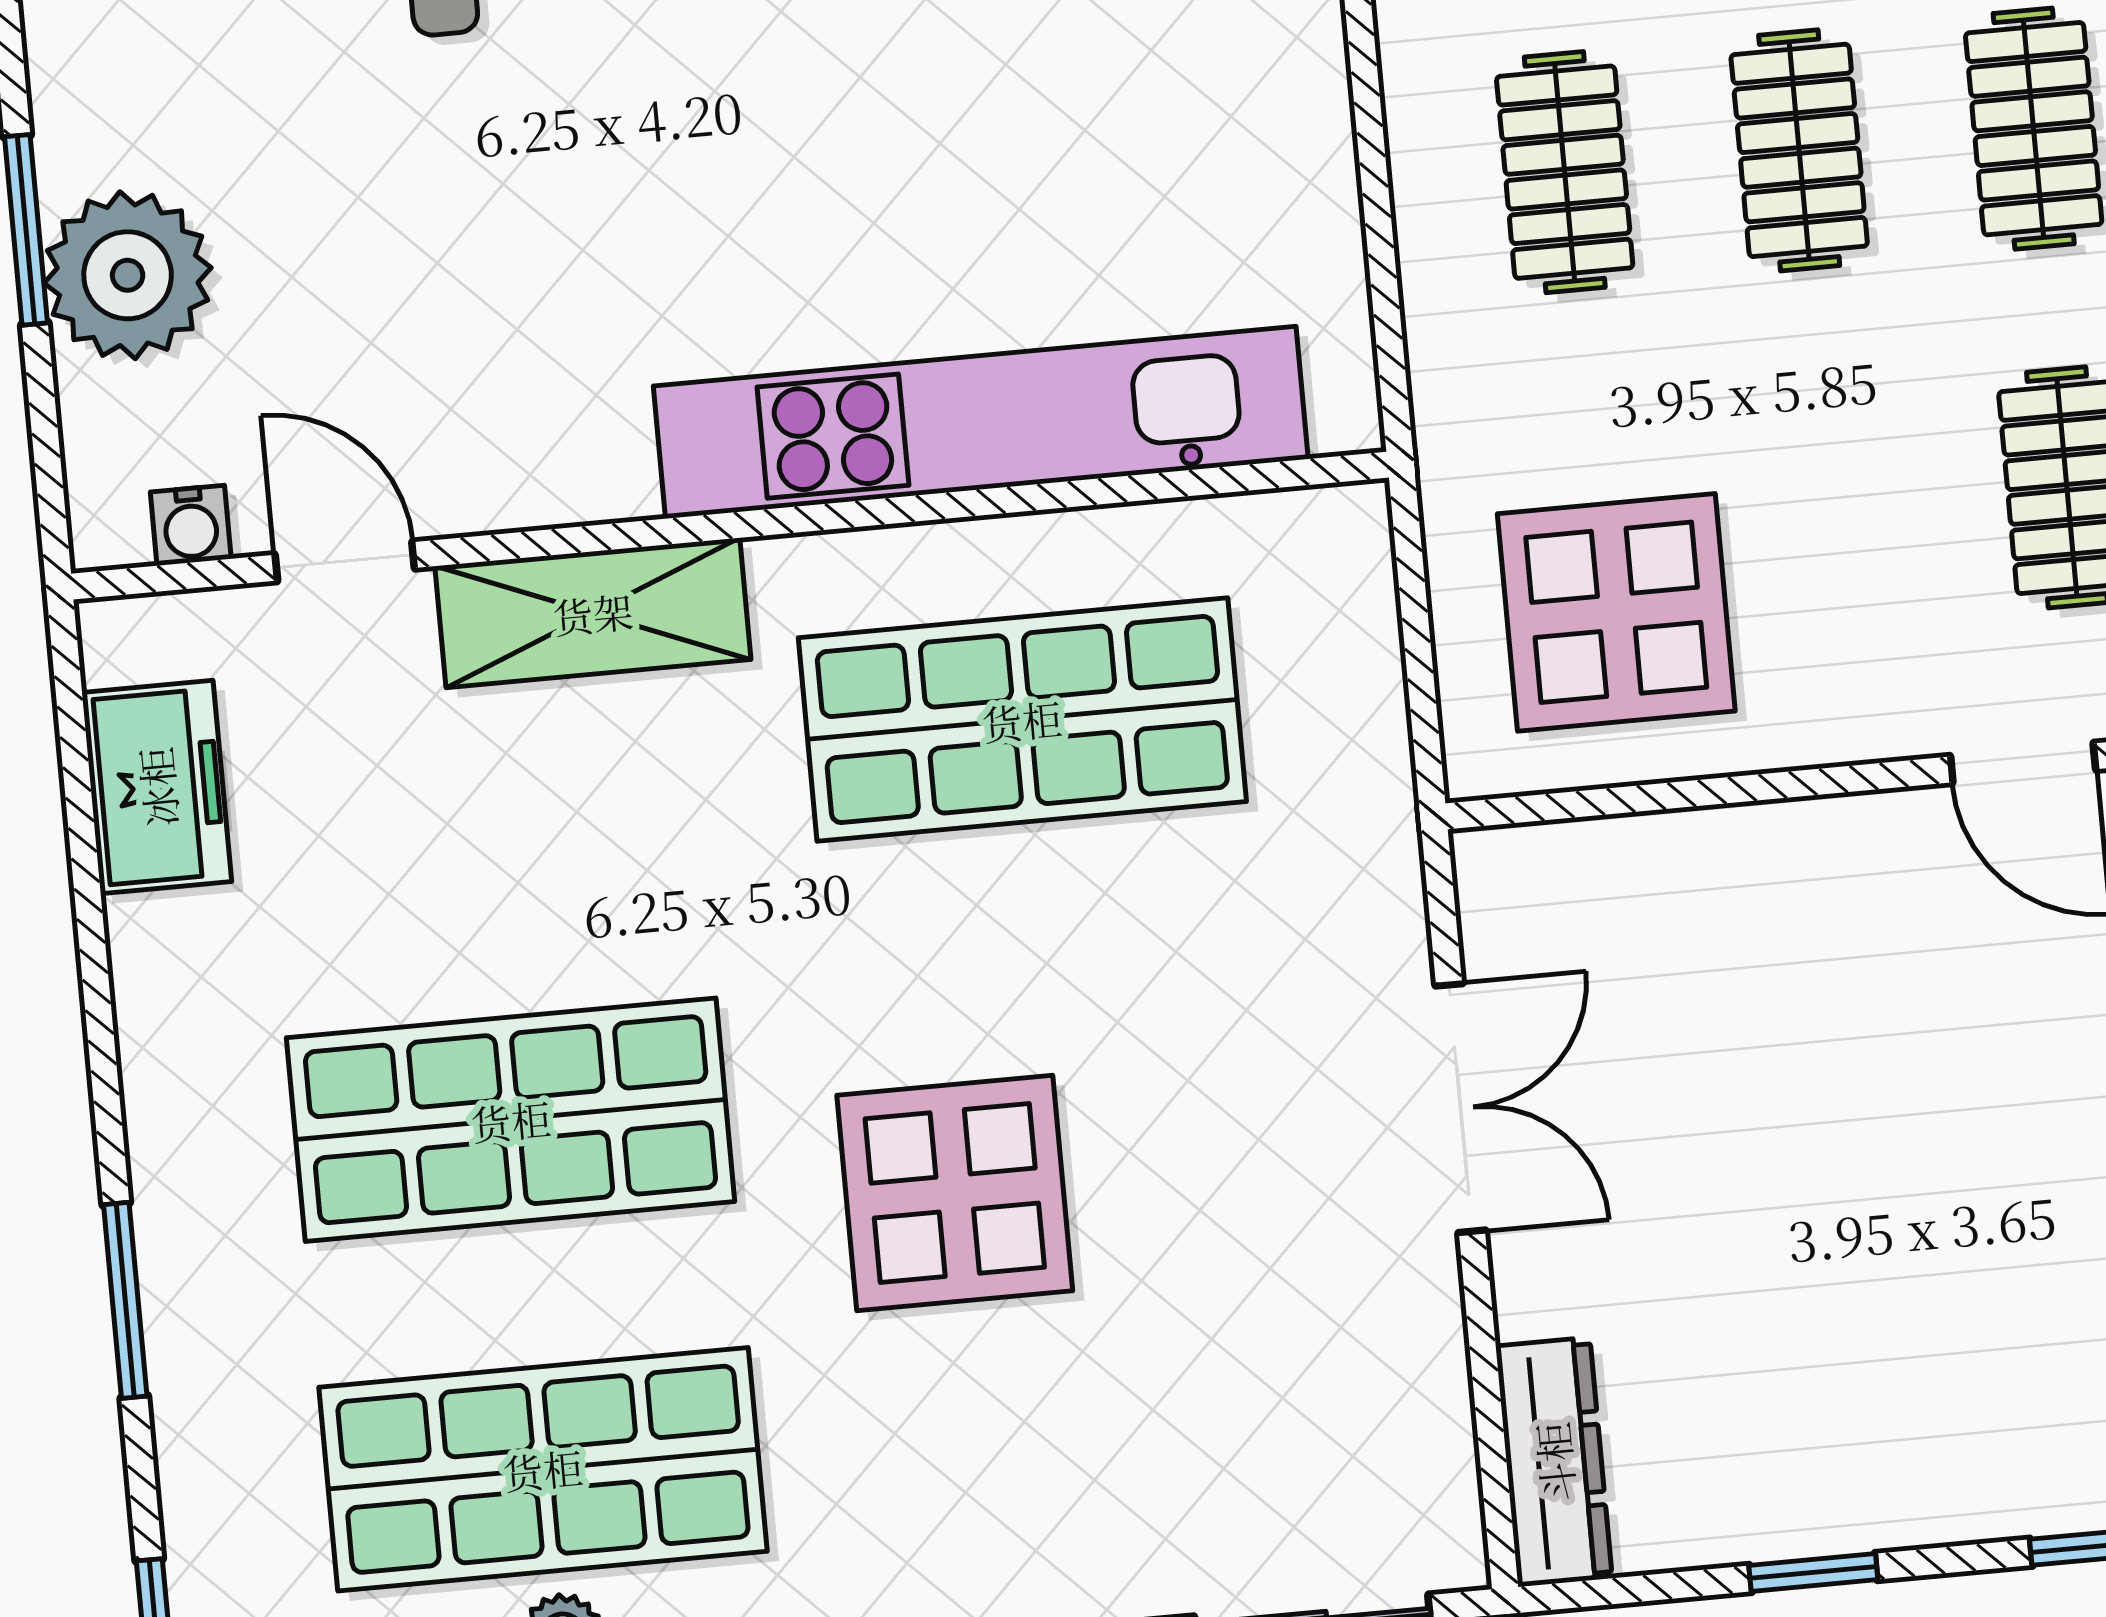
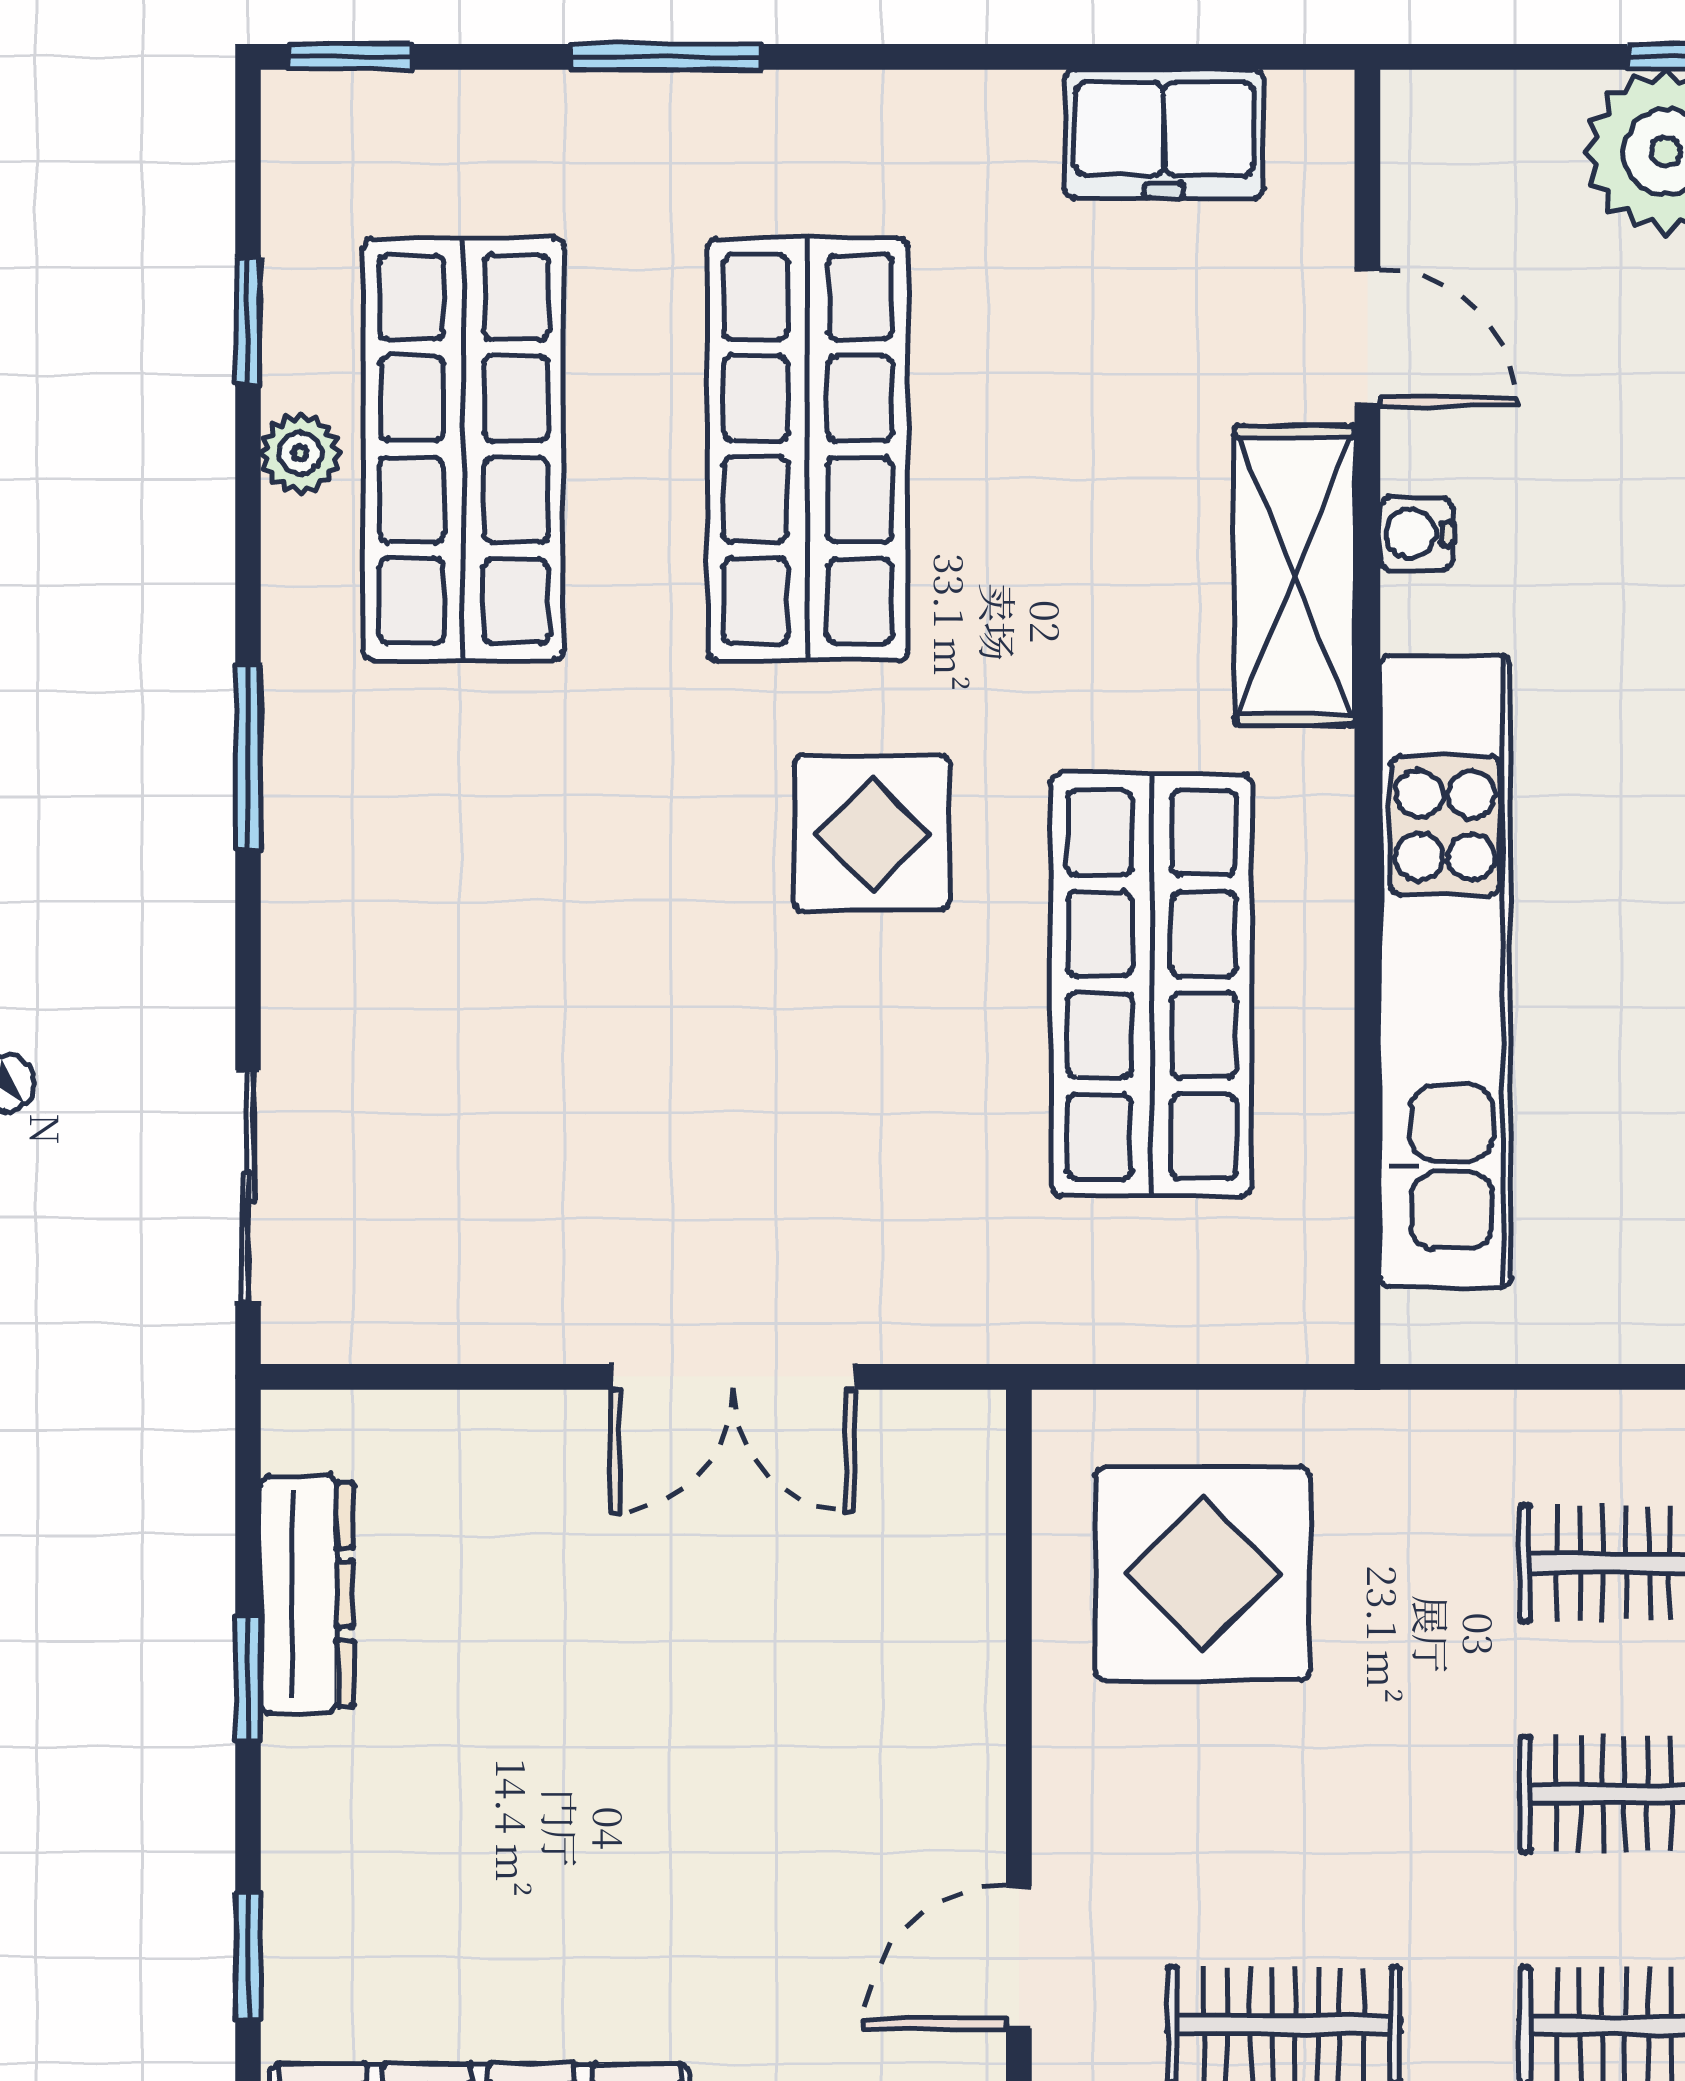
water cooler: (191, 525) -> (1416, 534), moved
door: (345, 561) -> (1367, 338), hinge flipped
display table: (955, 1193) -> (872, 833), moved, width x0.73, depth x0.73
dresser: (1554, 1462) -> (307, 1594), moved, turned -90

